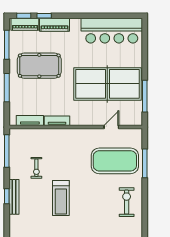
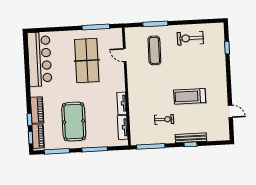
table tennis table: (107, 84) -> (87, 60), width x0.73, depth x0.76
exercise mat: (115, 161) -> (154, 50), width x0.50, depth x0.69
treadmill: (61, 198) -> (190, 96), turned 180

